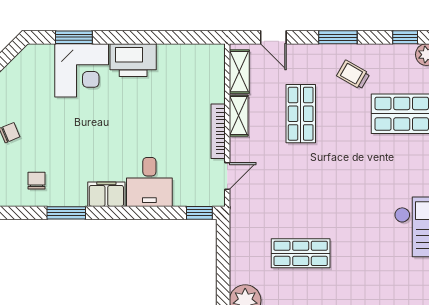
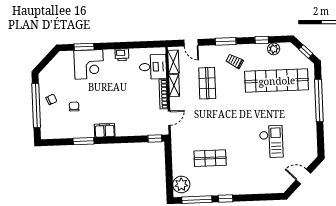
printer: (133, 60) -> (122, 55), width x0.53, depth x0.68
chair: (36, 181) -> (74, 107), moved
desk: (149, 182) -> (153, 67), moved, turned -90

